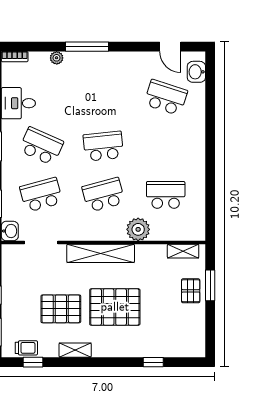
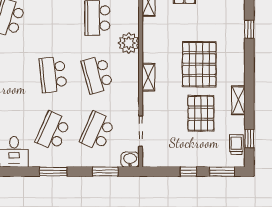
school desk: (41, 195) -> (97, 131), turned 39
shelving: (101, 253) -> (148, 77), width x0.45, depth x0.75

